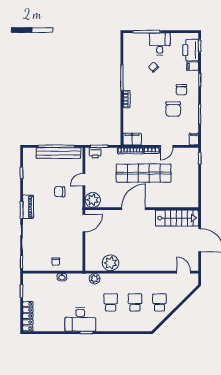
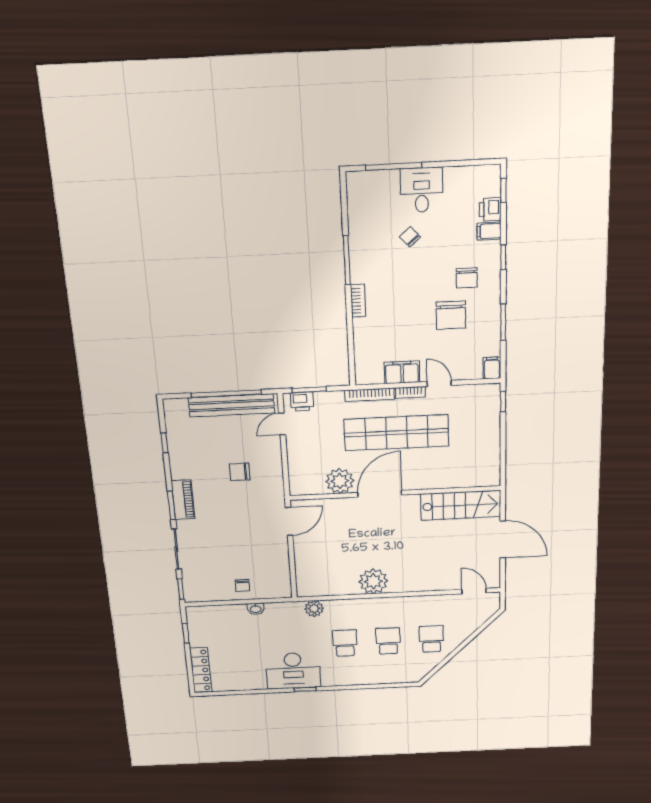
printer: (191, 50) -> (490, 209), width x0.53, depth x0.68
filing cabinet: (132, 139) -> (402, 372), moved
door: (167, 146) -> (439, 383), swing flipped
door: (84, 180) -> (282, 424), moved
plant: (93, 200) -> (340, 481), moved
plant: (111, 263) -> (373, 581), moved

